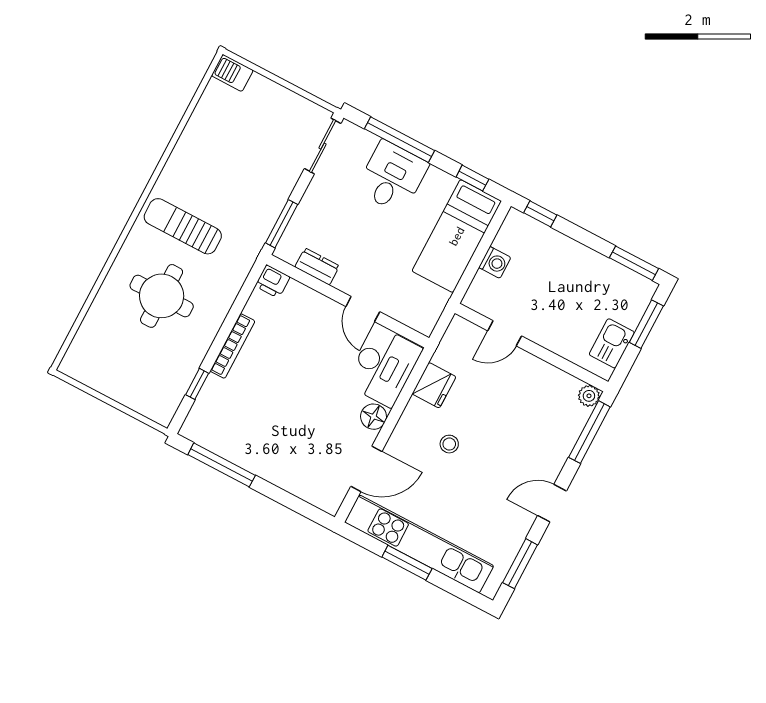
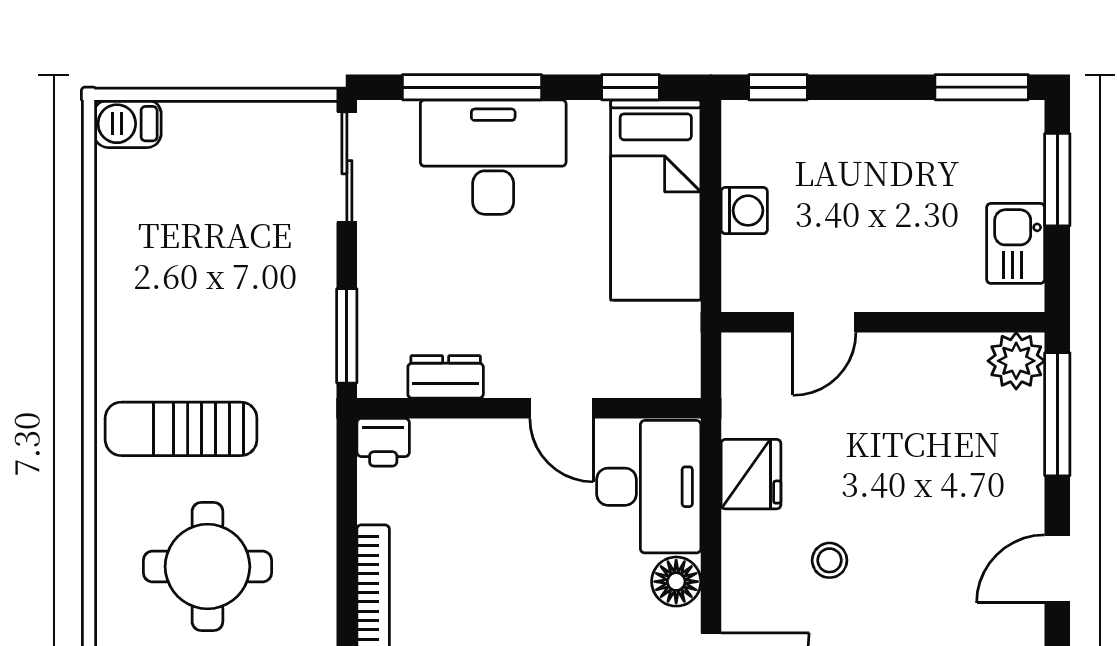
desk: (392, 177) -> (493, 157), width x1.37
plant: (589, 396) -> (1016, 361), width x1.38, depth x1.38

